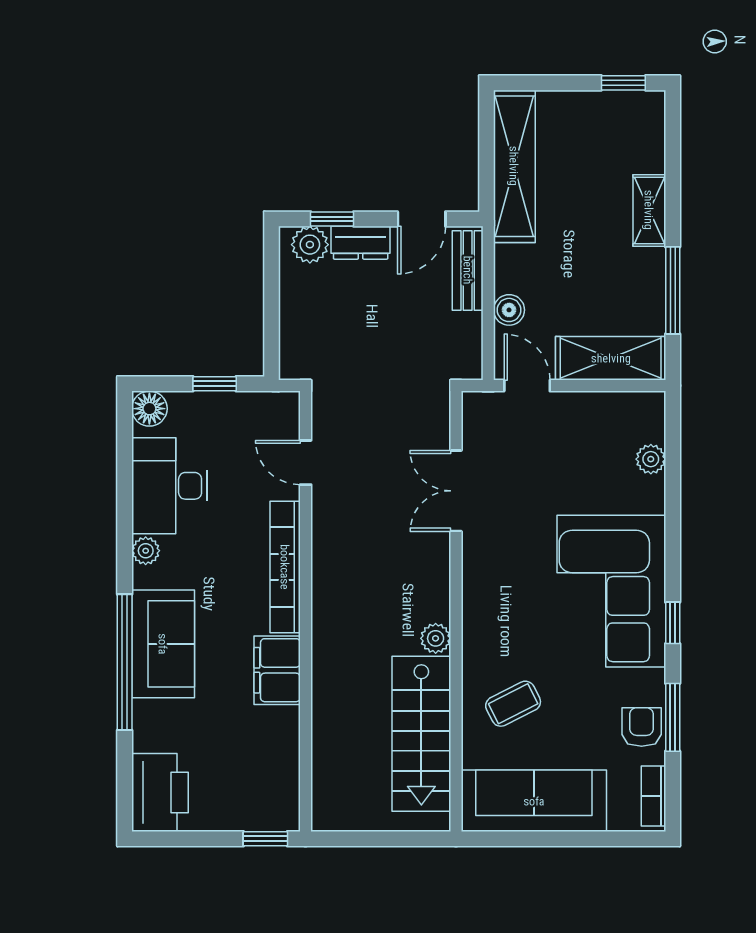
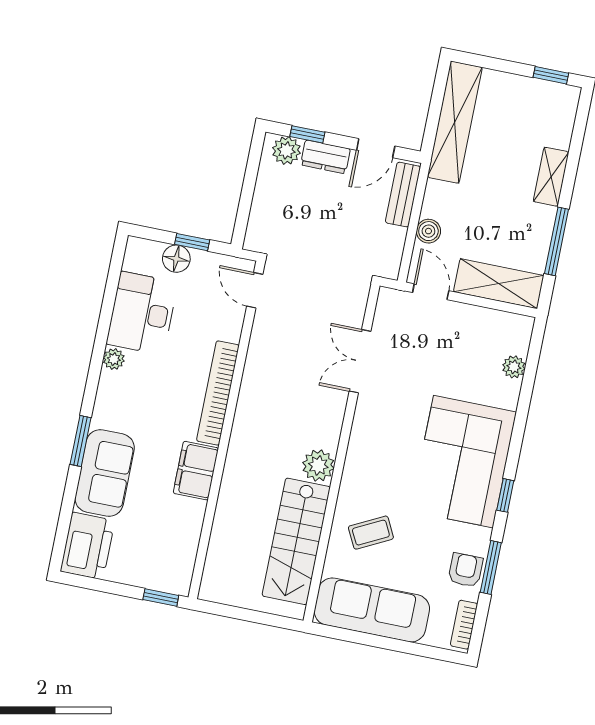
floor lamp: (149, 409) -> (176, 259), moved
door: (306, 463) -> (255, 290), moved
plant: (436, 638) -> (318, 465), width x1.38, depth x1.38
sofa: (163, 644) -> (105, 473), moved
window: (125, 662) -> (81, 441), width x0.47

